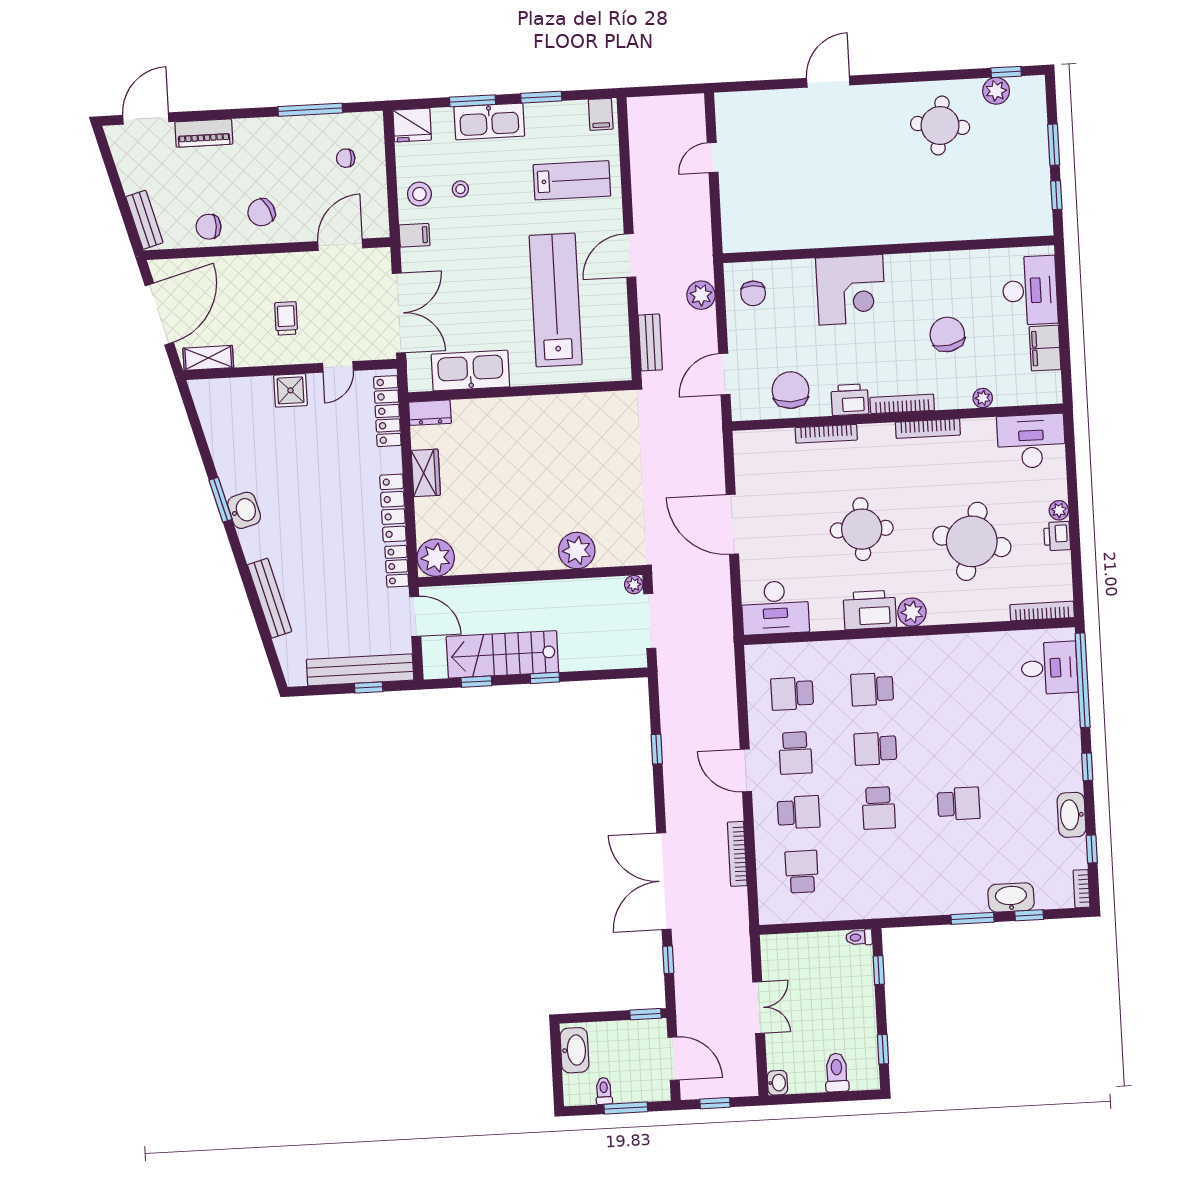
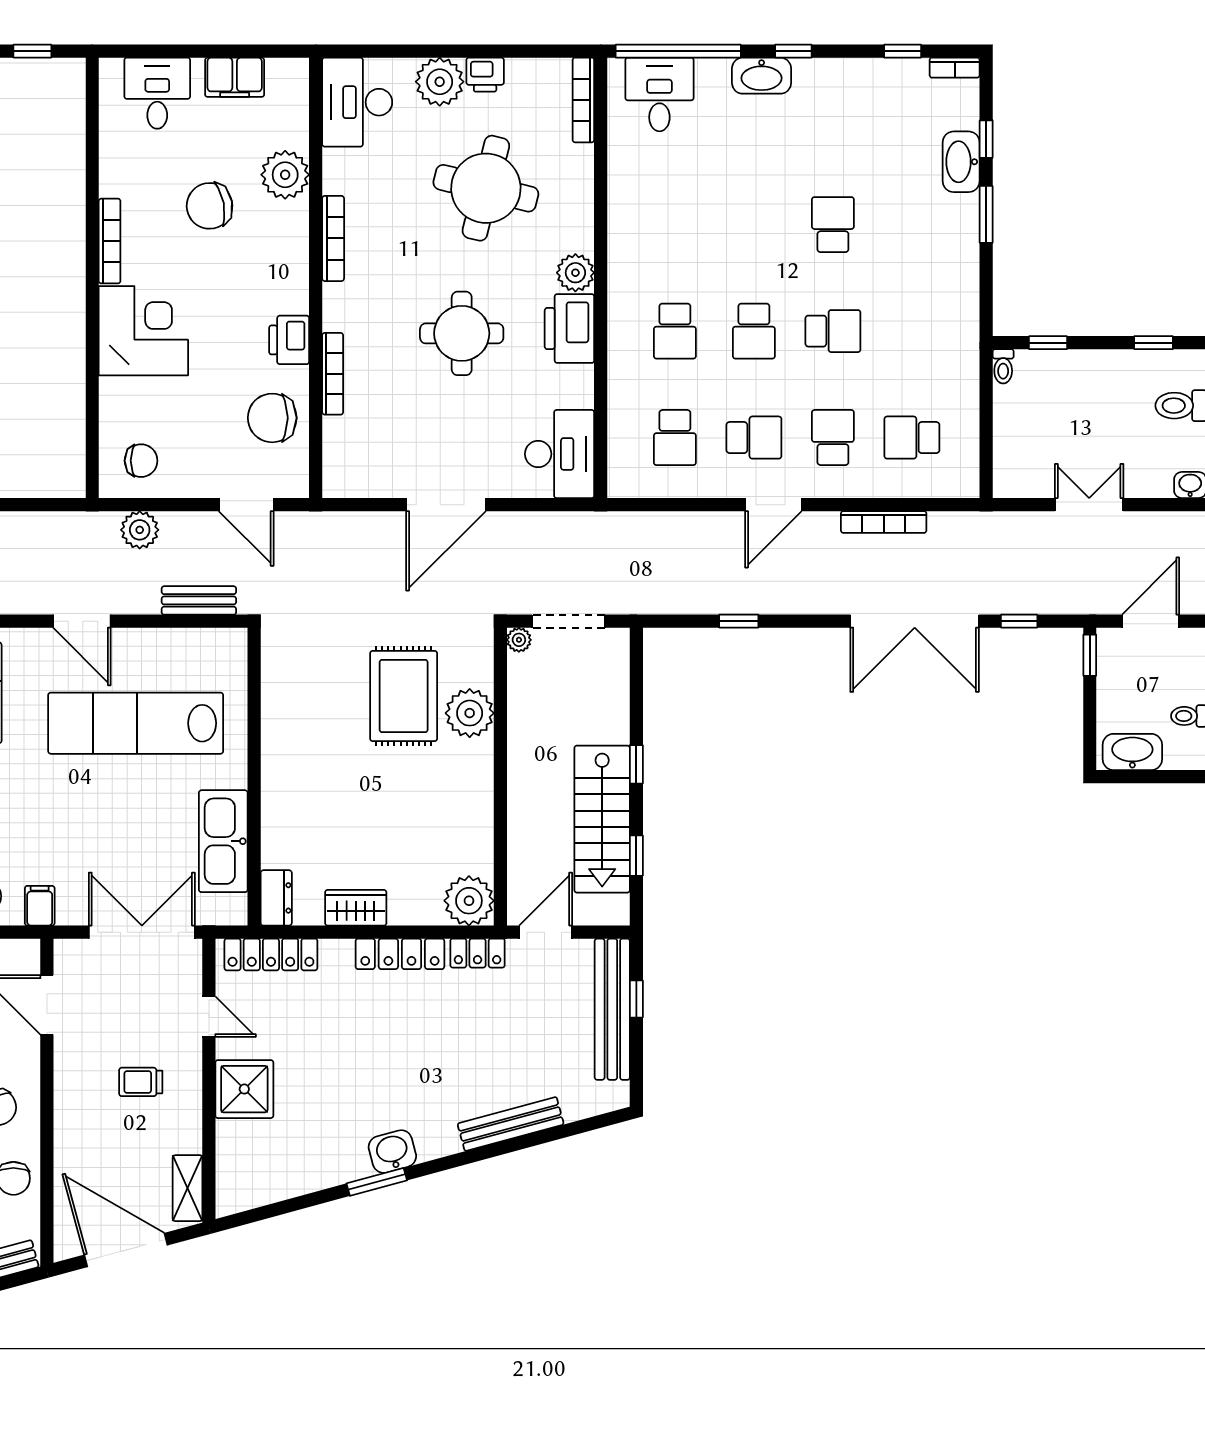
desk: (1030, 291) -> (157, 93), width x0.73
shower: (290, 390) -> (244, 1089), width x1.36, depth x1.36
plant: (983, 398) -> (285, 175), width x1.88, depth x1.88
bookcase: (902, 404) -> (110, 241), moved, turned 180
rug: (587, 500) -> (404, 696), added
plant: (1059, 510) -> (440, 82), width x1.88, depth x1.88
washbasin: (1071, 815) -> (762, 76), moved

